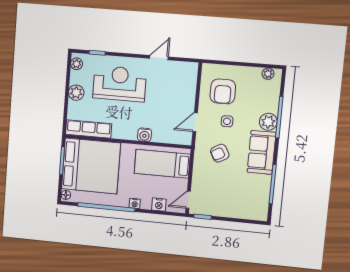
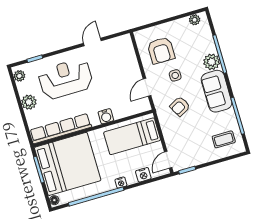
row of seats: (89, 129) -> (60, 129), width x1.36
coffee table: (250, 202) -> (224, 139), added

